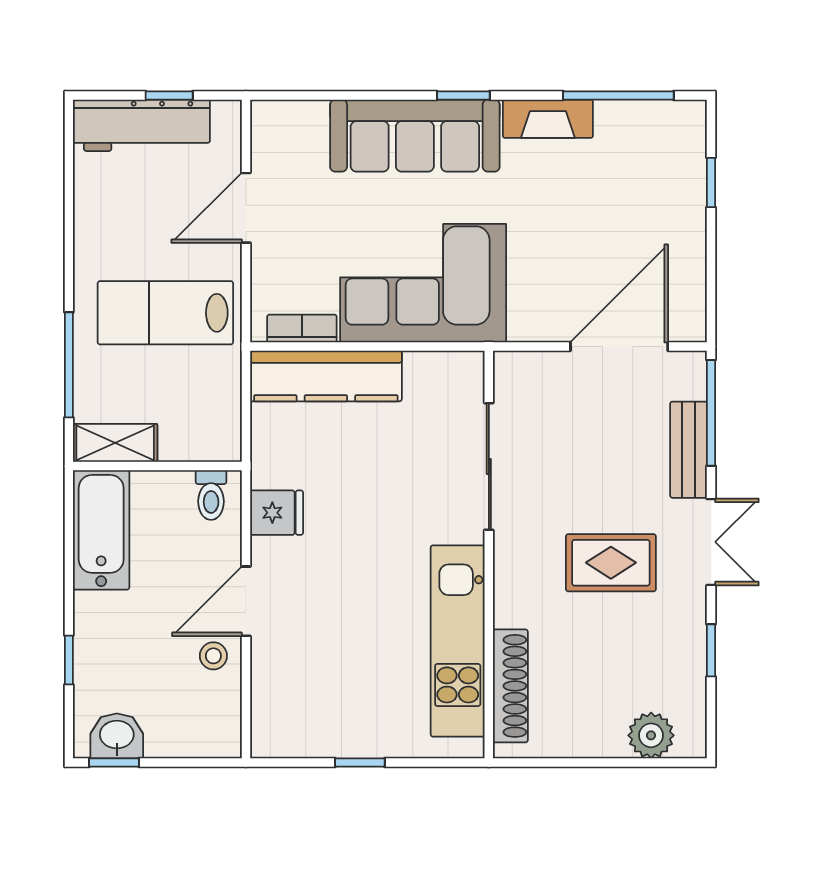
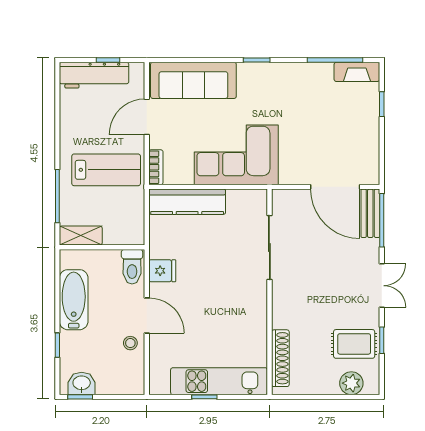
fireplace: (548, 119) -> (357, 72), moved
sofa: (415, 136) -> (193, 80), moved
lab bench: (165, 313) -> (106, 170), turned 180
bookcase: (302, 329) -> (156, 167), moved, turned 90
door: (619, 347) -> (335, 187), swing flipped
bench: (689, 450) -> (370, 213), moved
toilet: (211, 495) -> (132, 267), width x1.37, depth x1.39
bathtub: (101, 530) -> (74, 300), moved
rug: (611, 563) -> (354, 344), moved
door: (246, 601) -> (147, 315), swing flipped
kitchen unit: (458, 641) -> (219, 381), moved, turned 90

